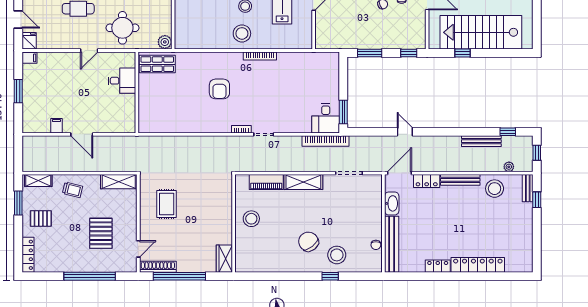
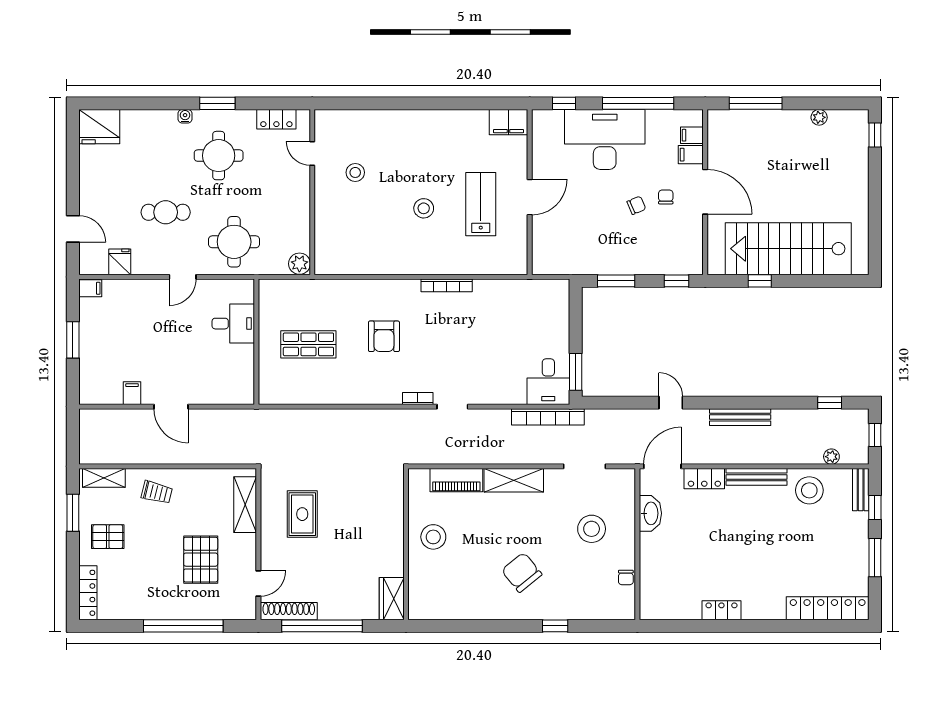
stool: (242, 33) -> (419, 251), removed
fridge: (29, 41) -> (120, 262), moved
shop shelf: (157, 64) -> (308, 344), moved
bench: (481, 141) -> (740, 417), moved
shelving: (119, 182) -> (245, 505), moved, turned 90
window: (537, 232) -> (875, 558), added
bench: (392, 244) -> (650, 576), removed
stool: (337, 255) -> (592, 529), moved
locker: (478, 265) -> (828, 608), moved

